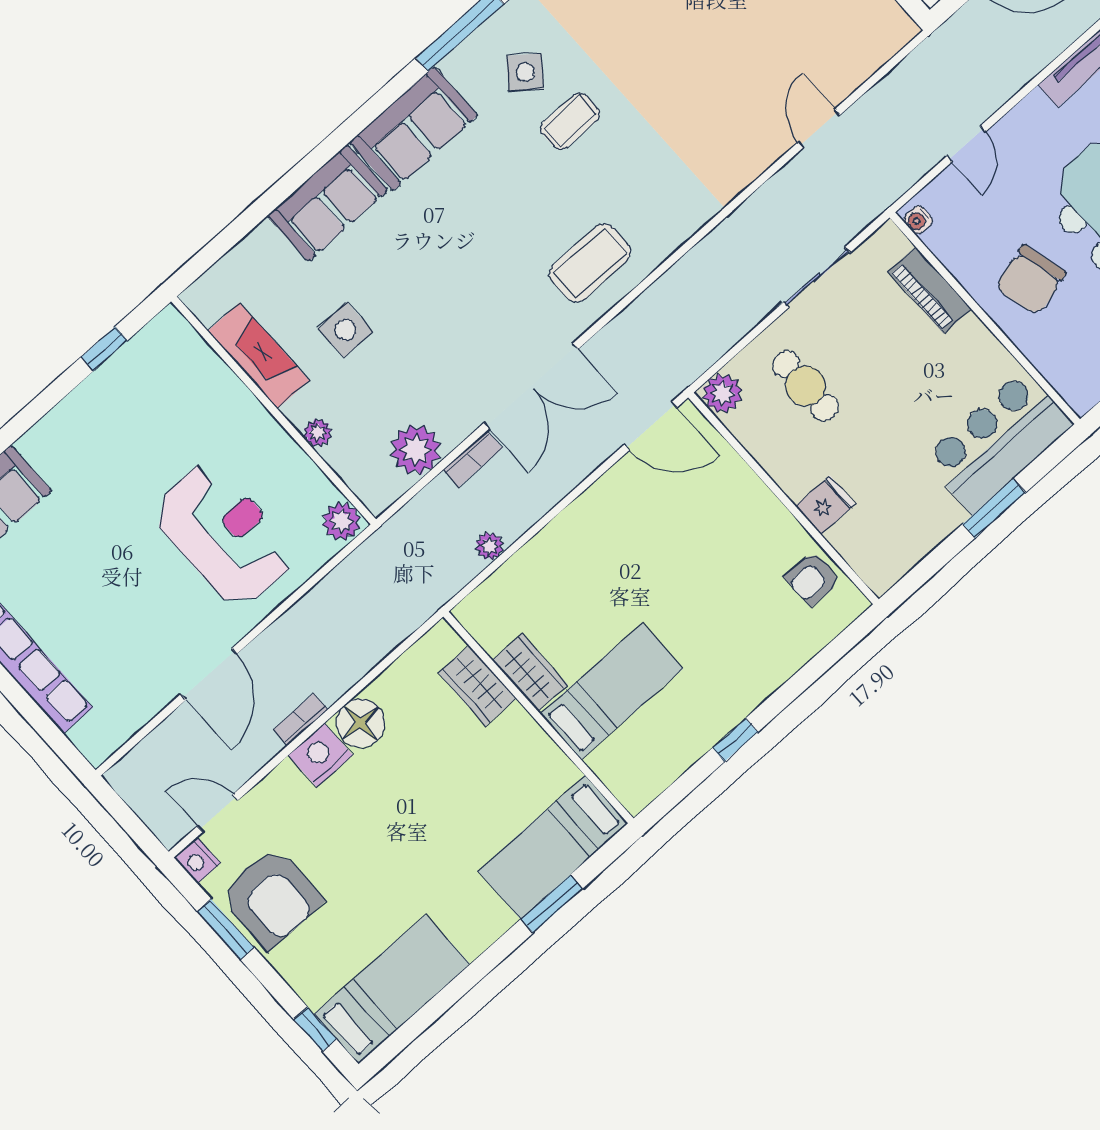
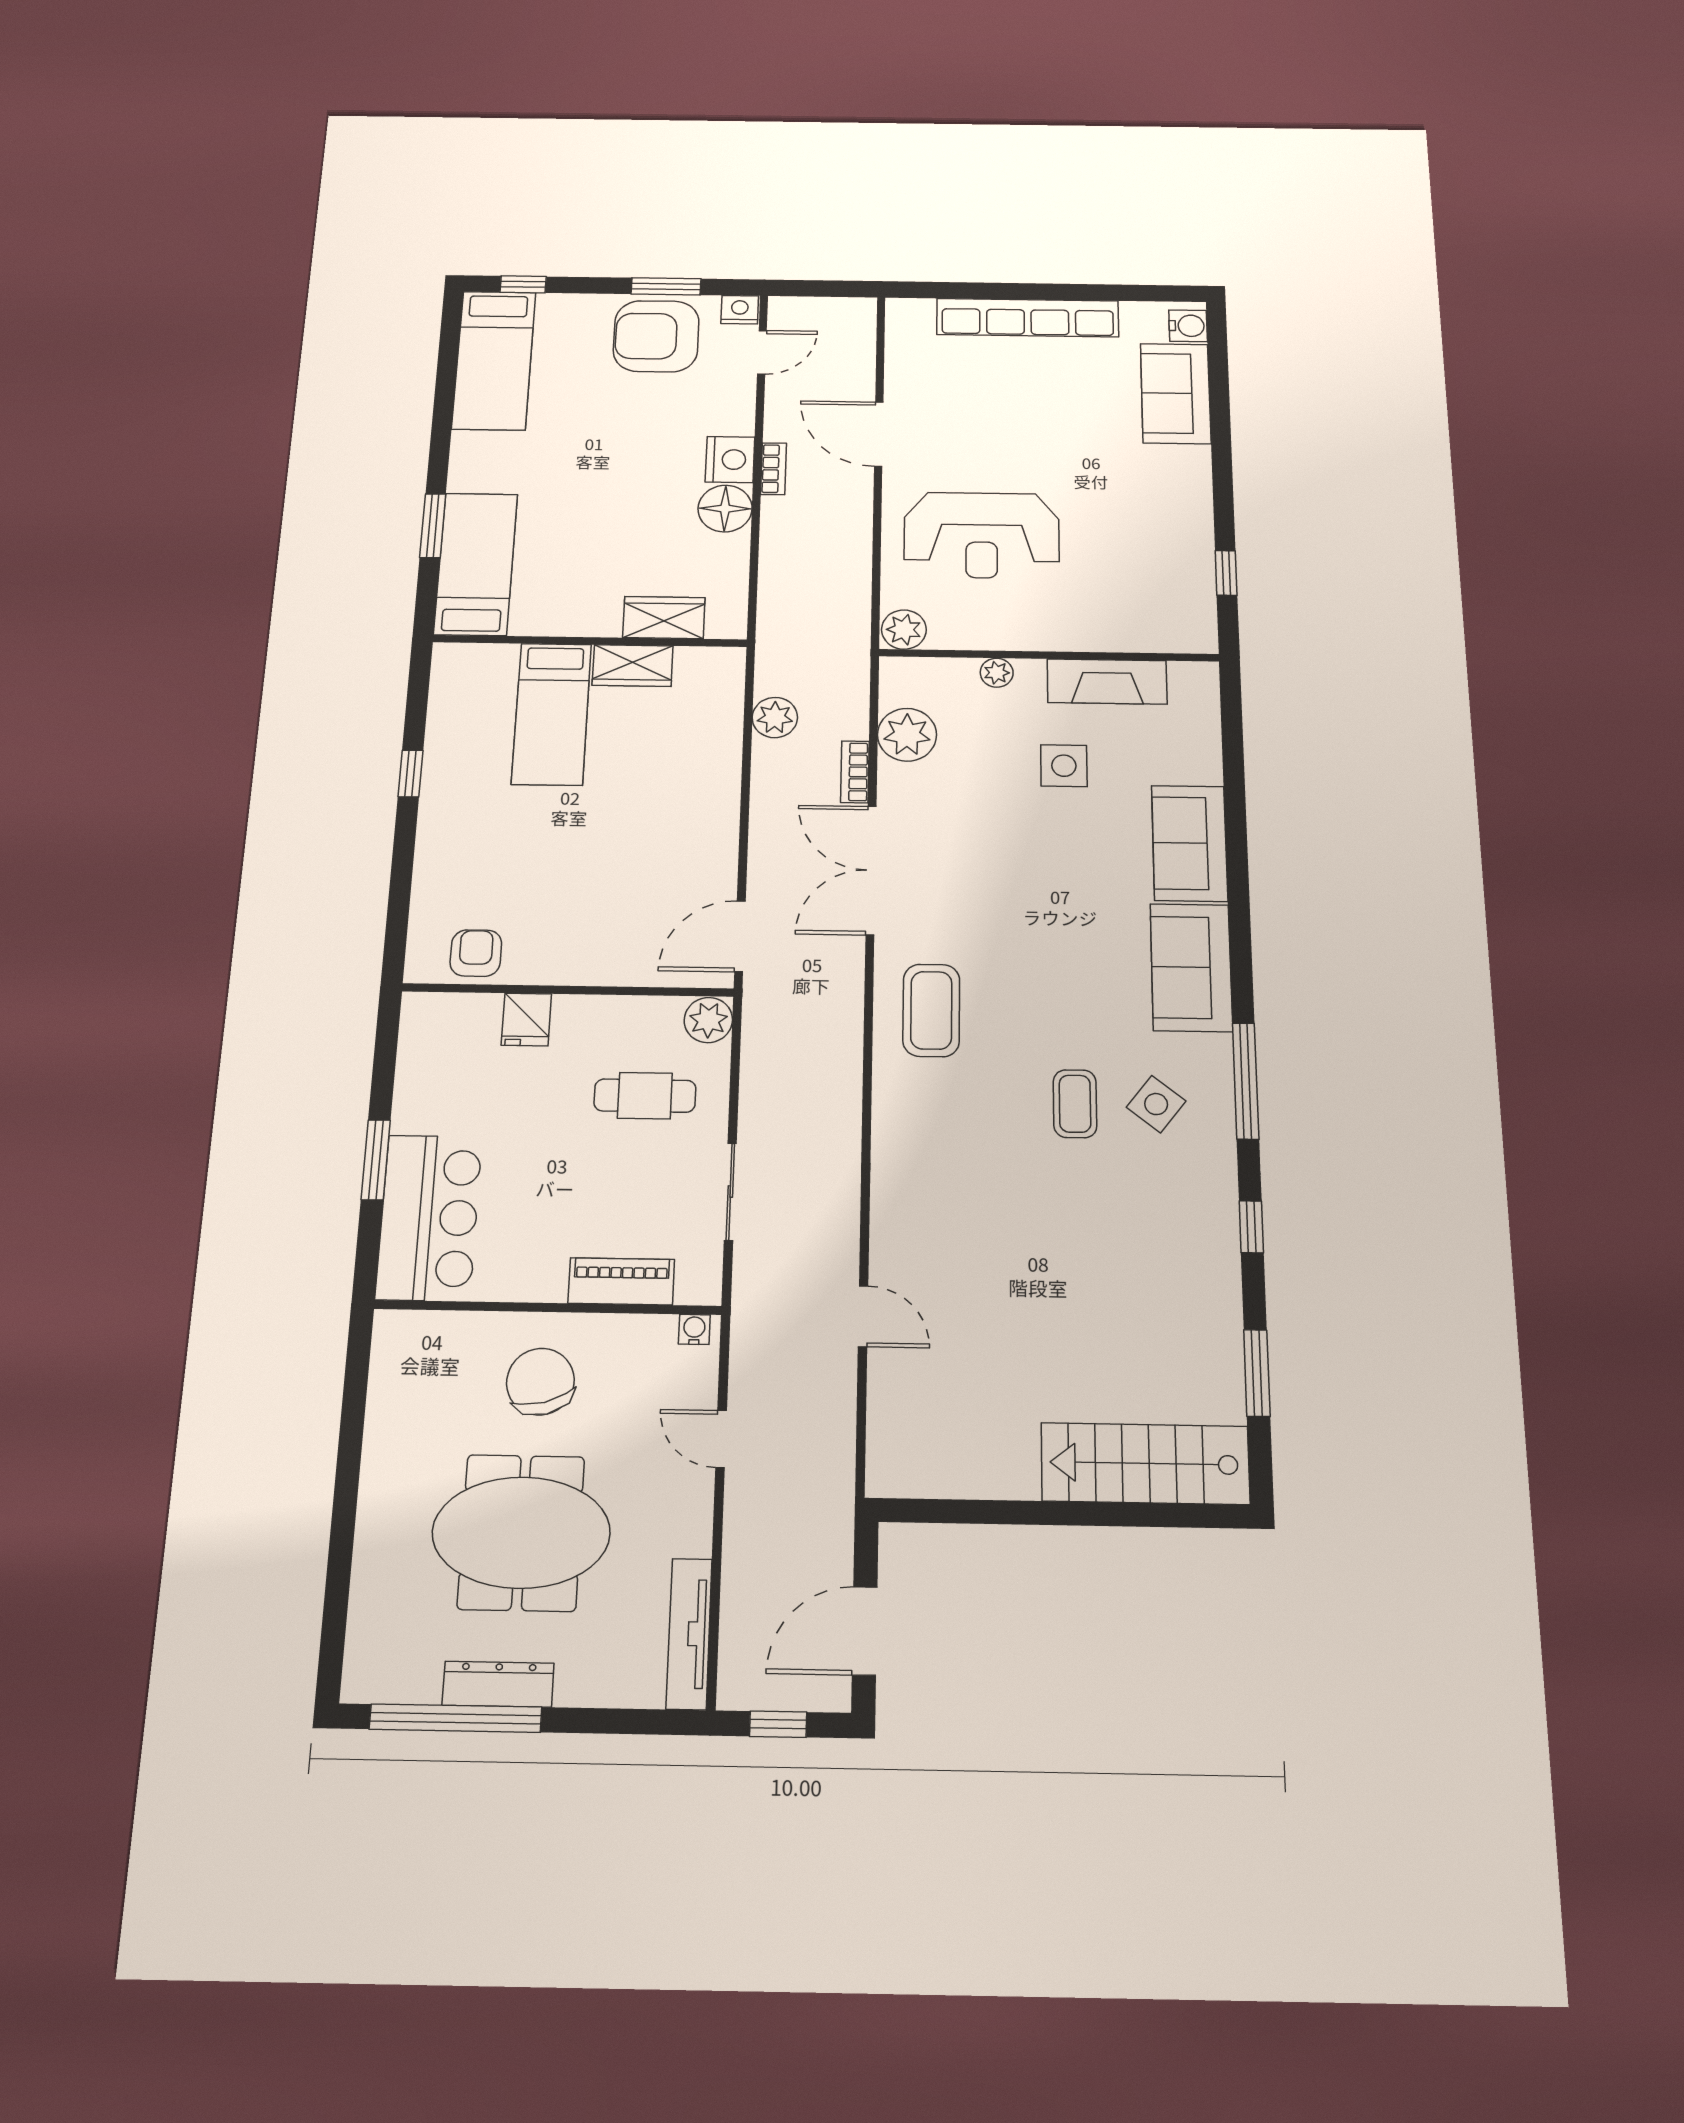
plant: (489, 546) -> (775, 718), width x1.38, depth x1.38

